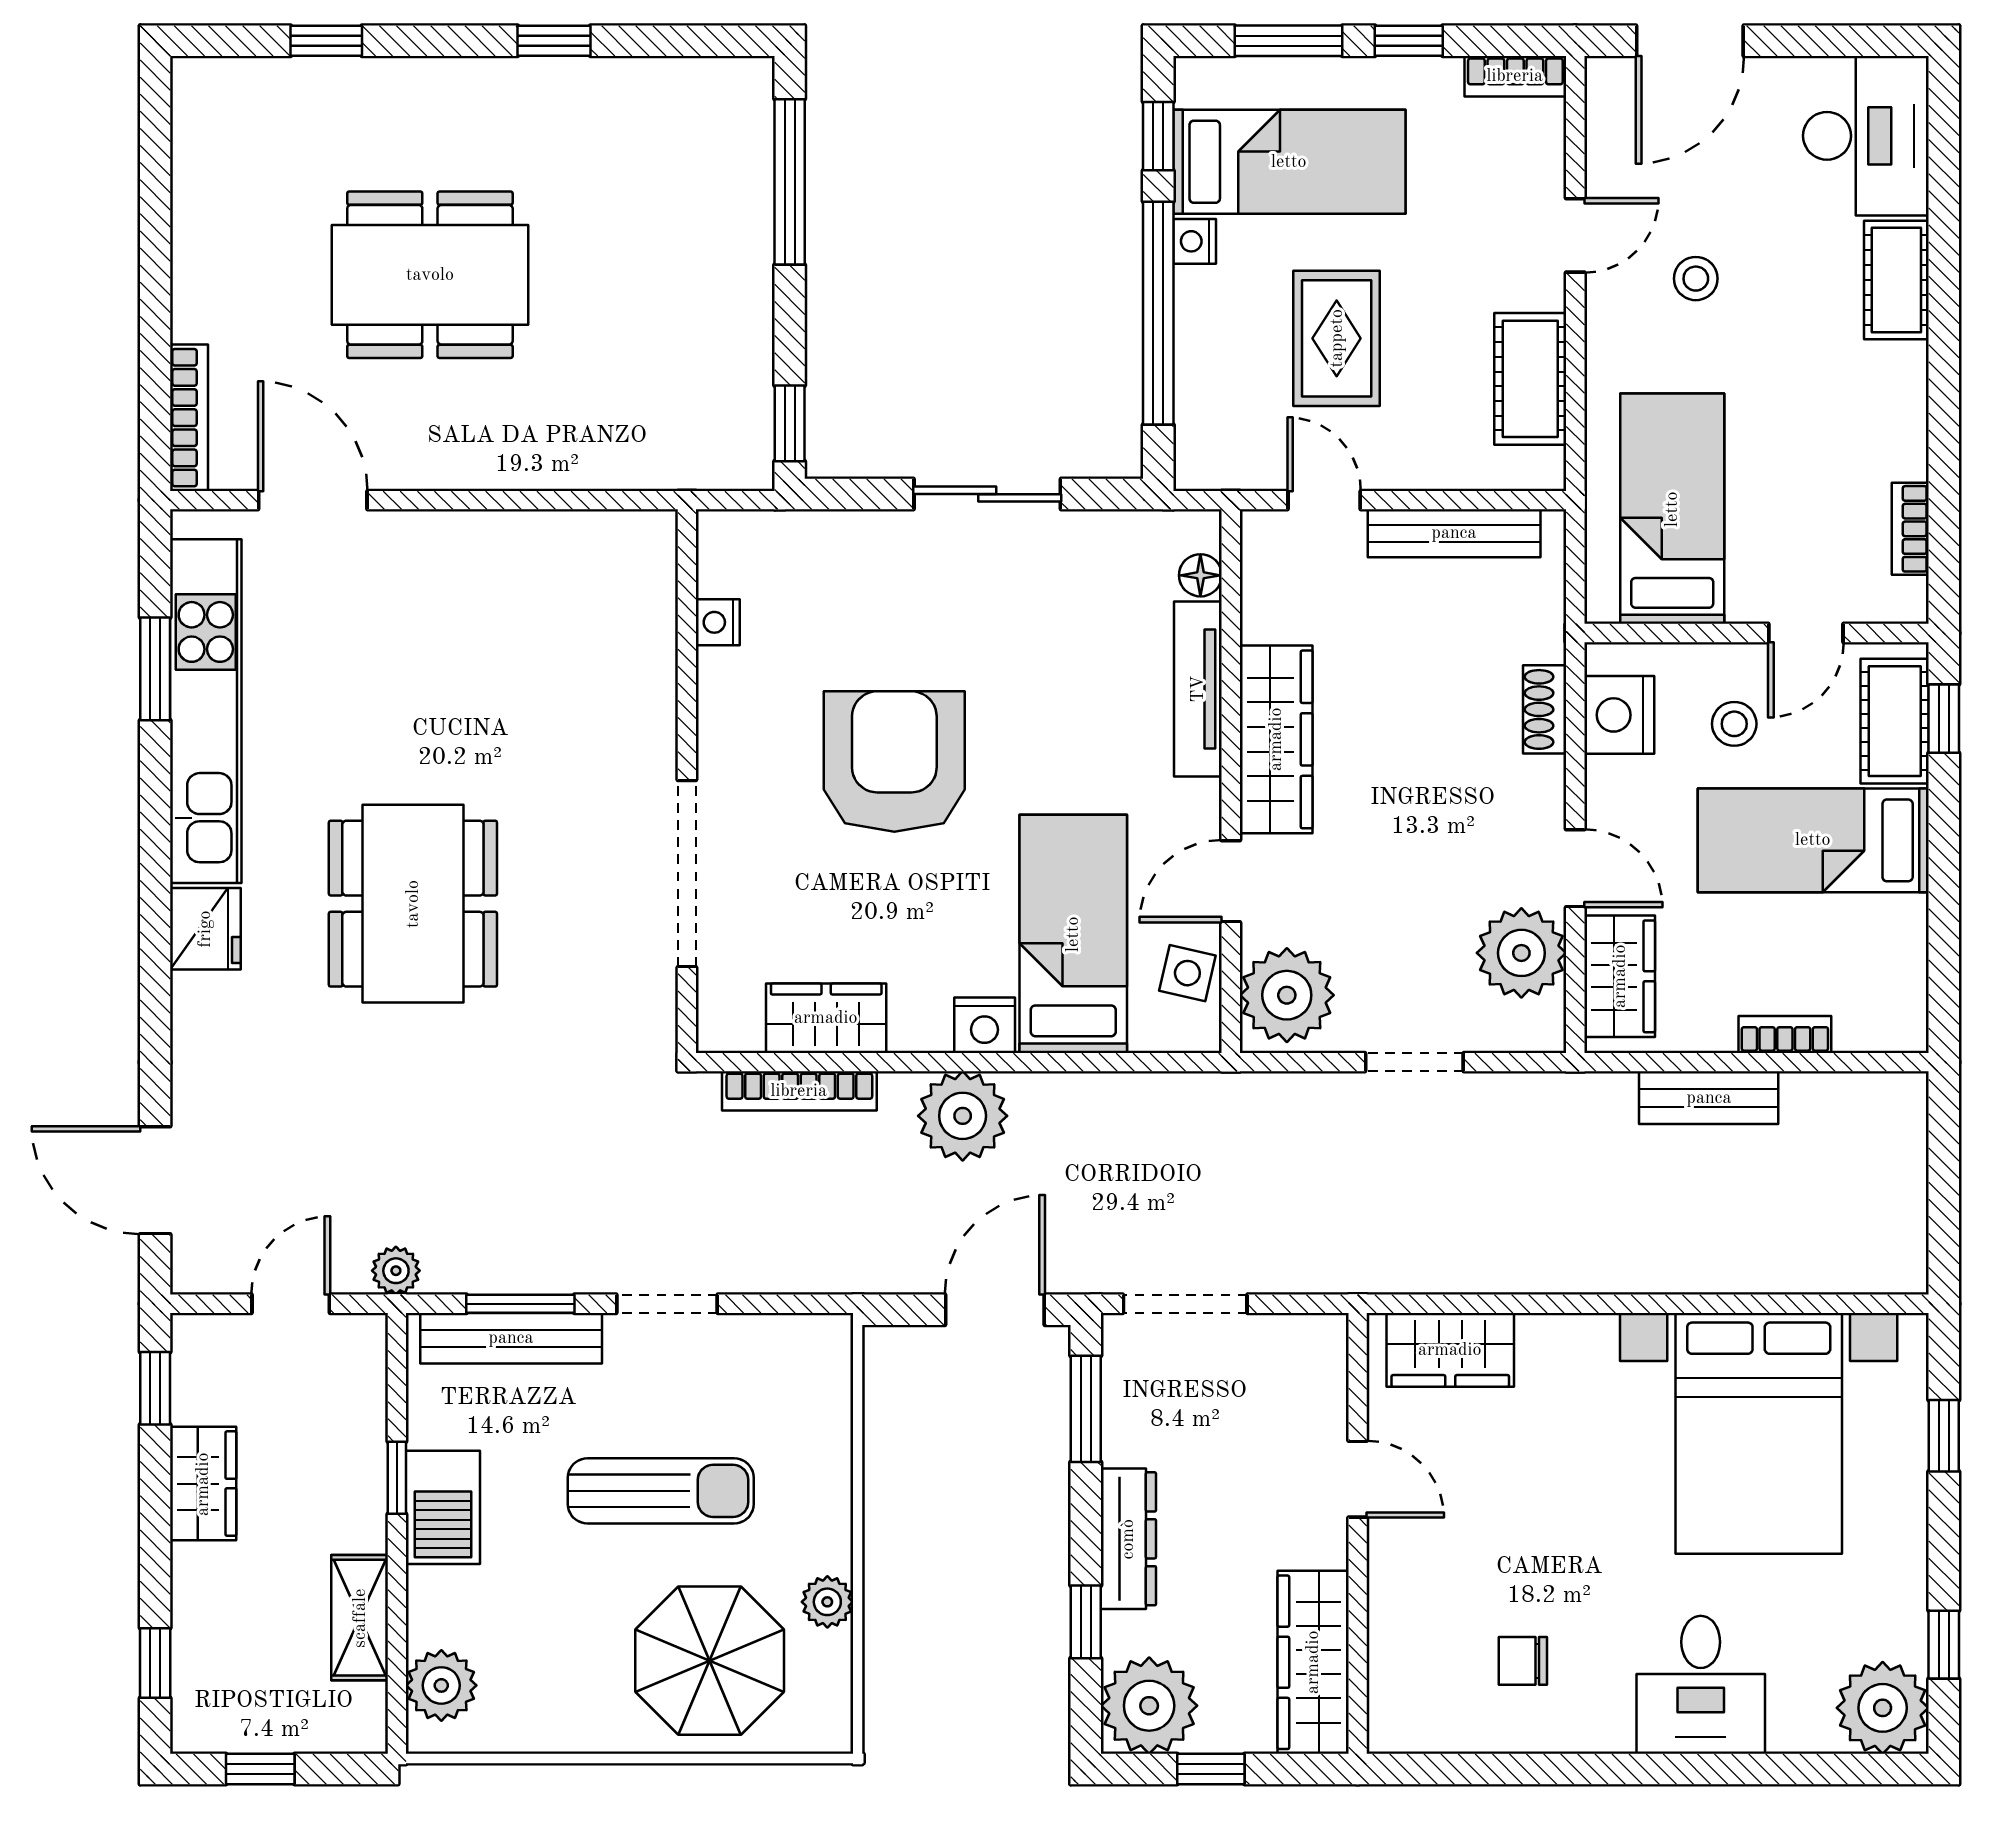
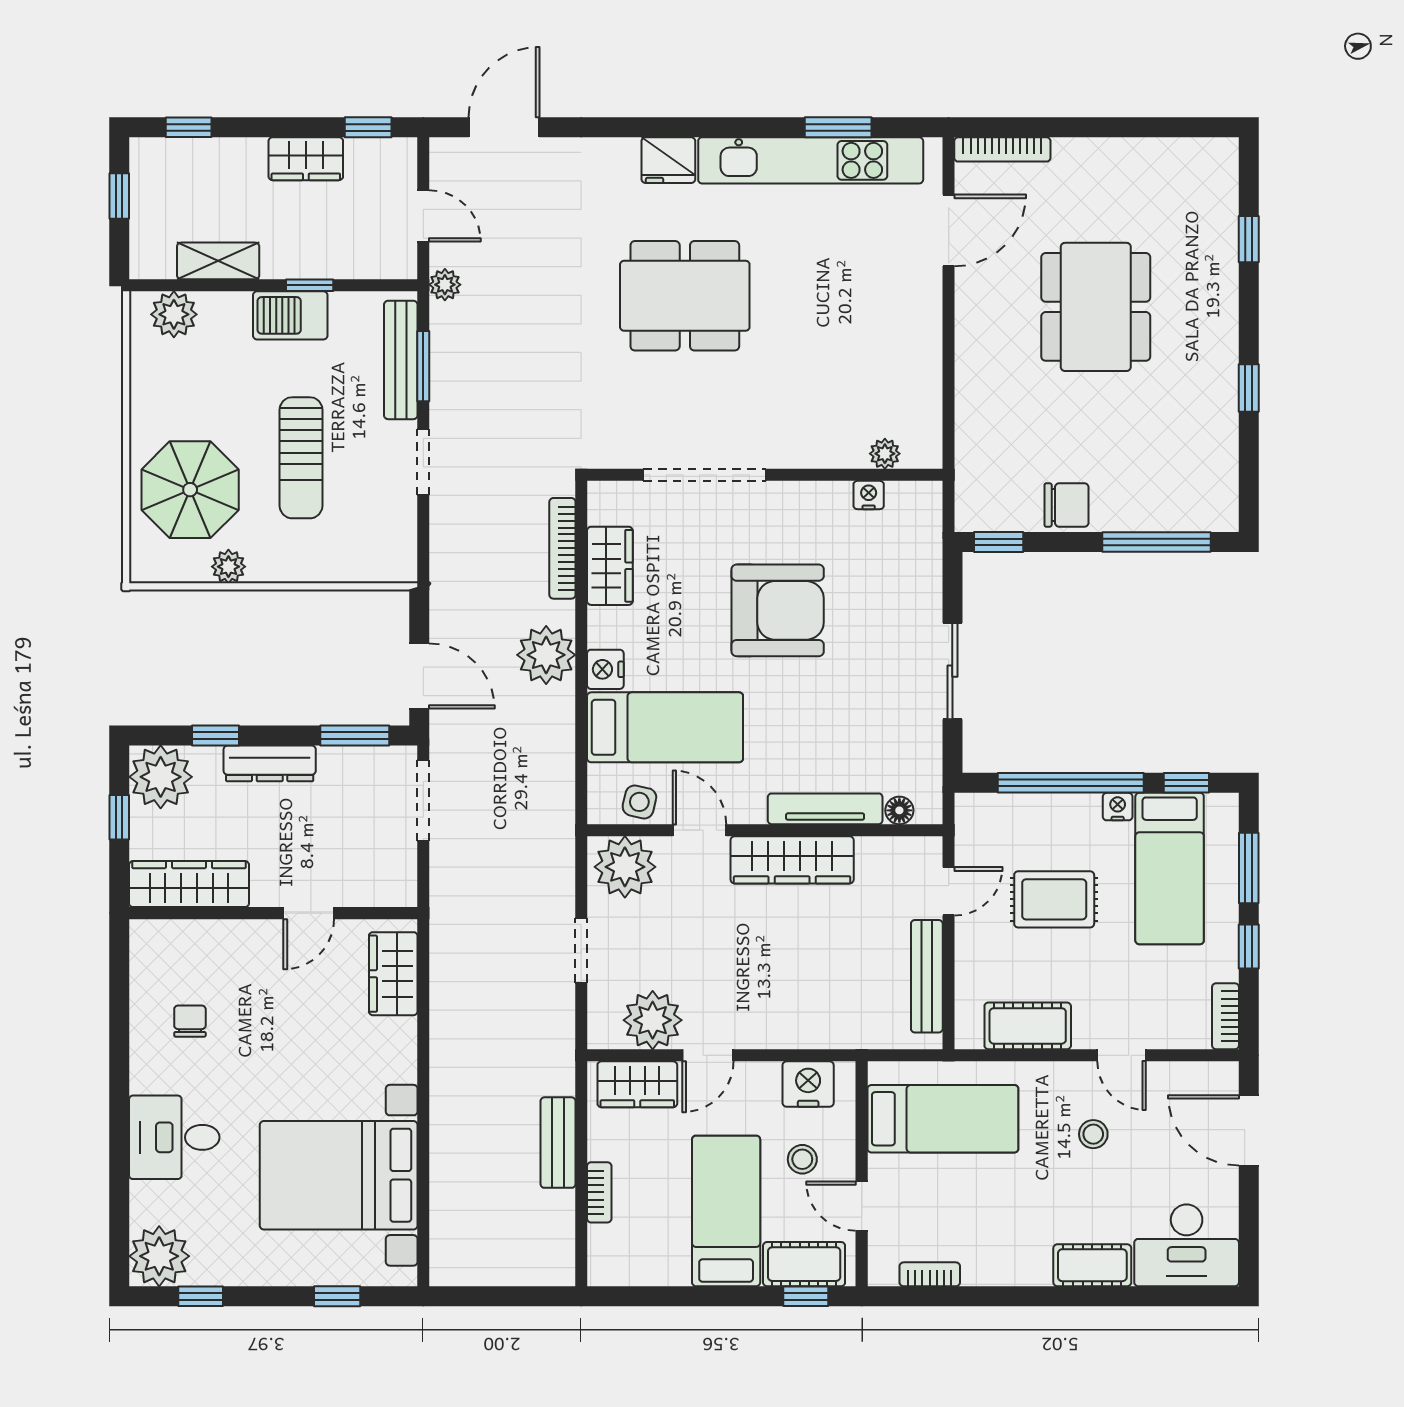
chair: (733, 320) -> (1066, 505), added
plant: (655, 598) -> (885, 454), added
shoe rack: (1545, 709) -> (812, 1035), removed

